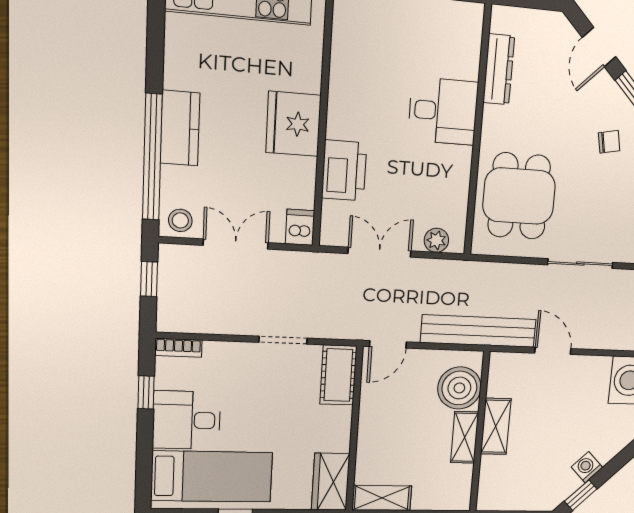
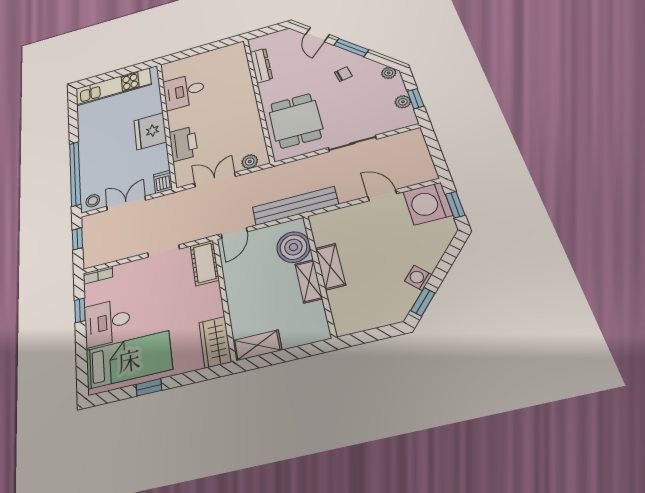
desk: (443, 111) -> (184, 91), moved, turned 180
kitchen counter: (180, 128) -> (89, 154), removed
door: (553, 351) -> (382, 195), moved

